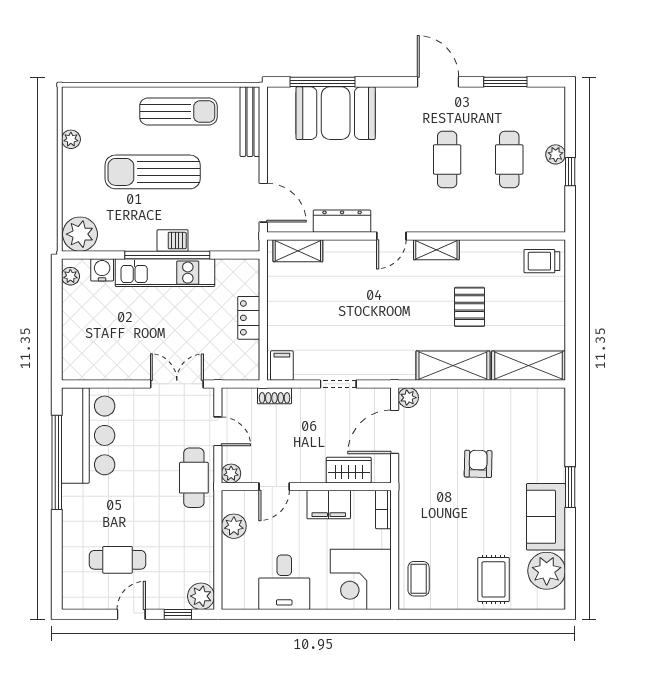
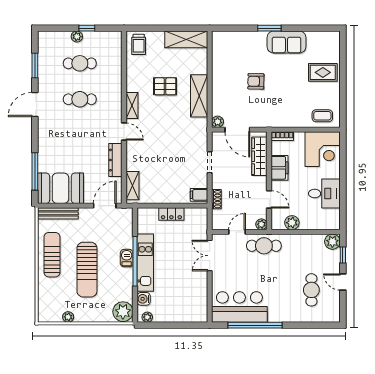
booth: (336, 113) -> (60, 188), moved, turned 90
shelving: (528, 366) -> (186, 39), moved, turned 90
wardrobe: (349, 470) -> (259, 156), width x1.50
plant: (547, 571) -> (318, 42), removed

